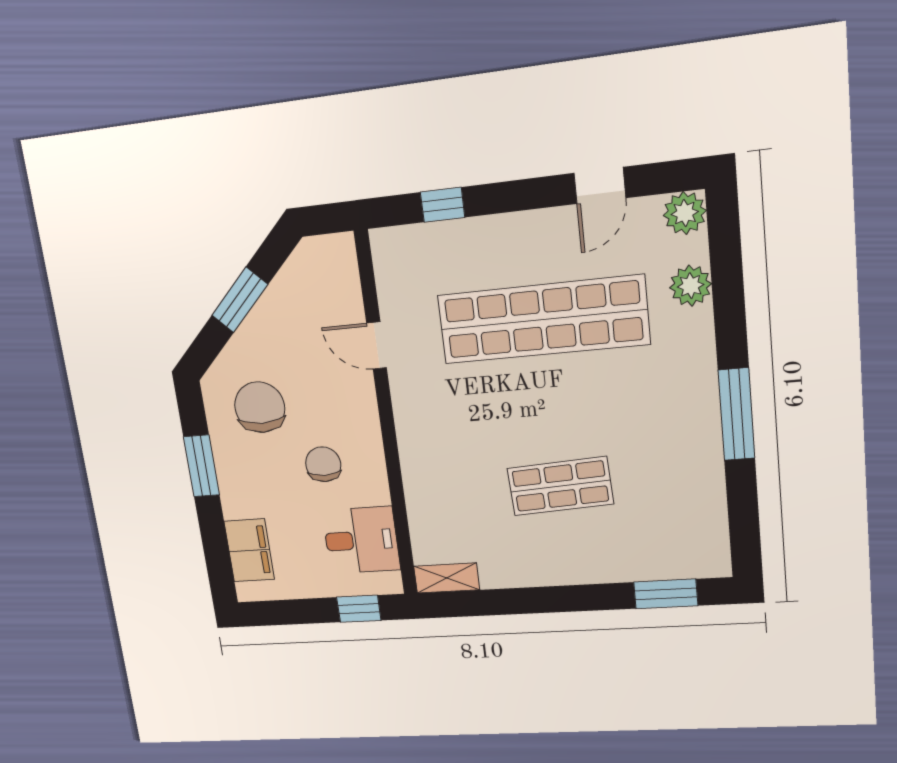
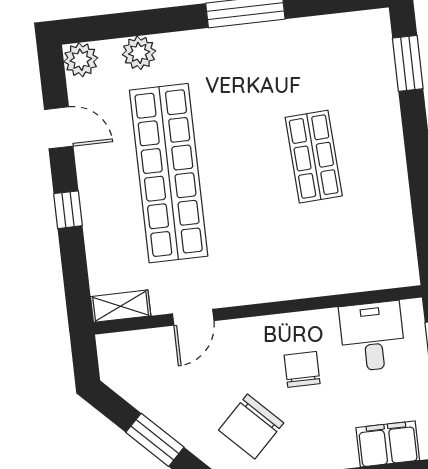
window: (443, 205) -> (68, 210), moved
chair: (260, 407) -> (251, 427), turned -45
chair: (323, 464) -> (302, 369), turned 90
shelving: (447, 578) -> (121, 306), moved, turned 90

